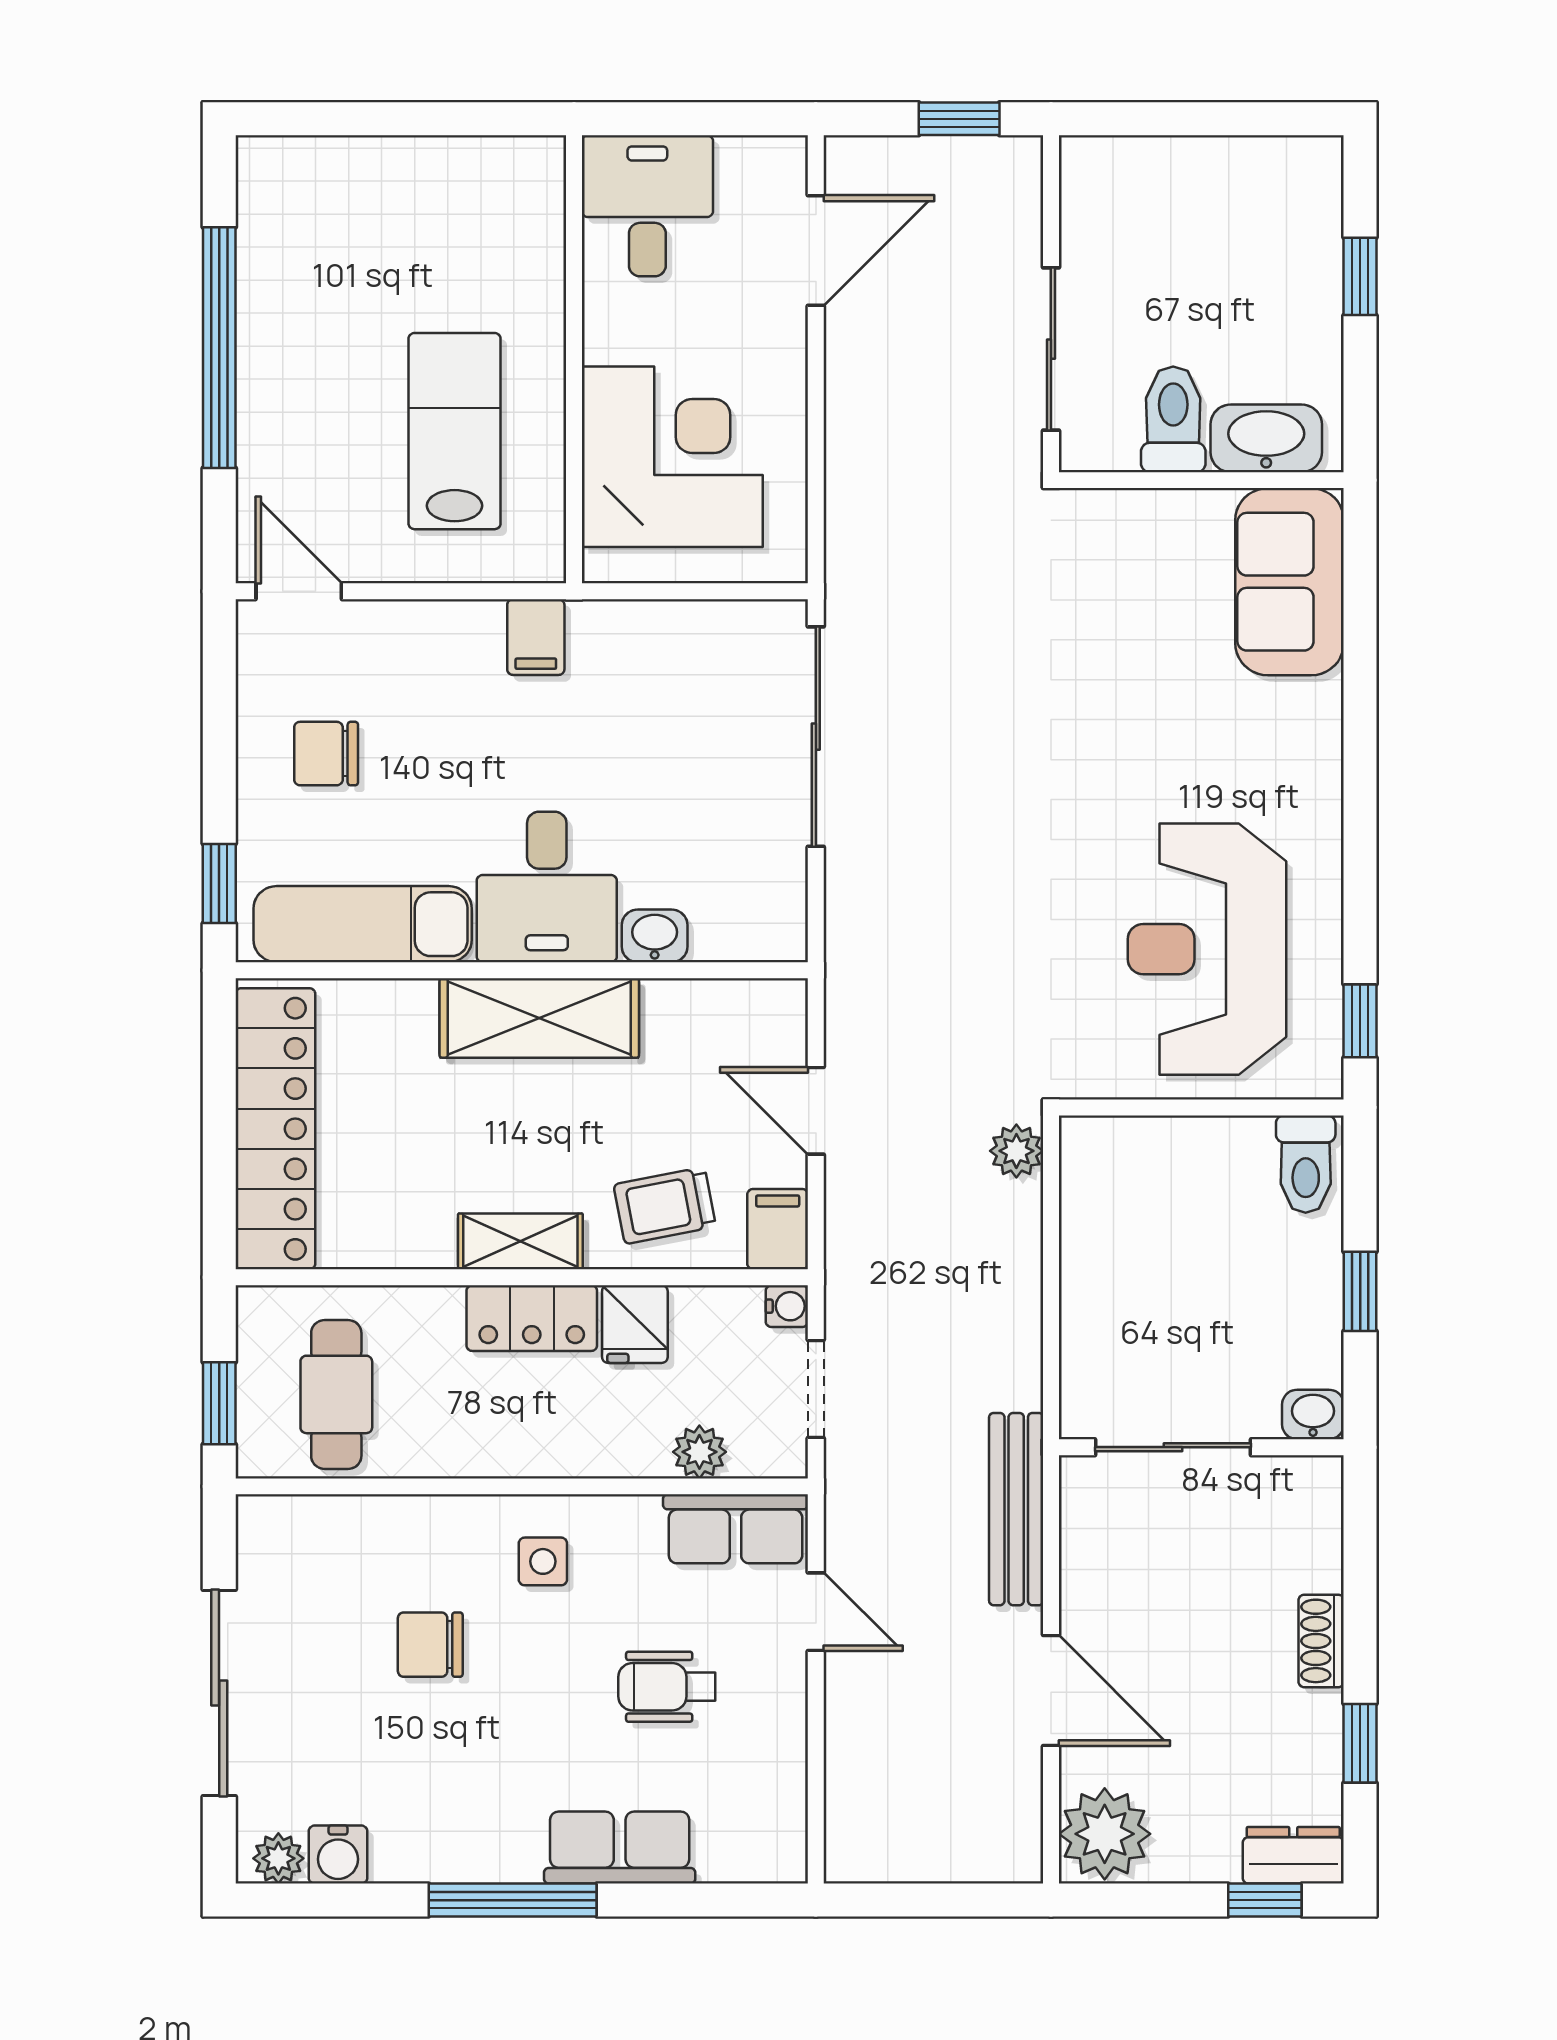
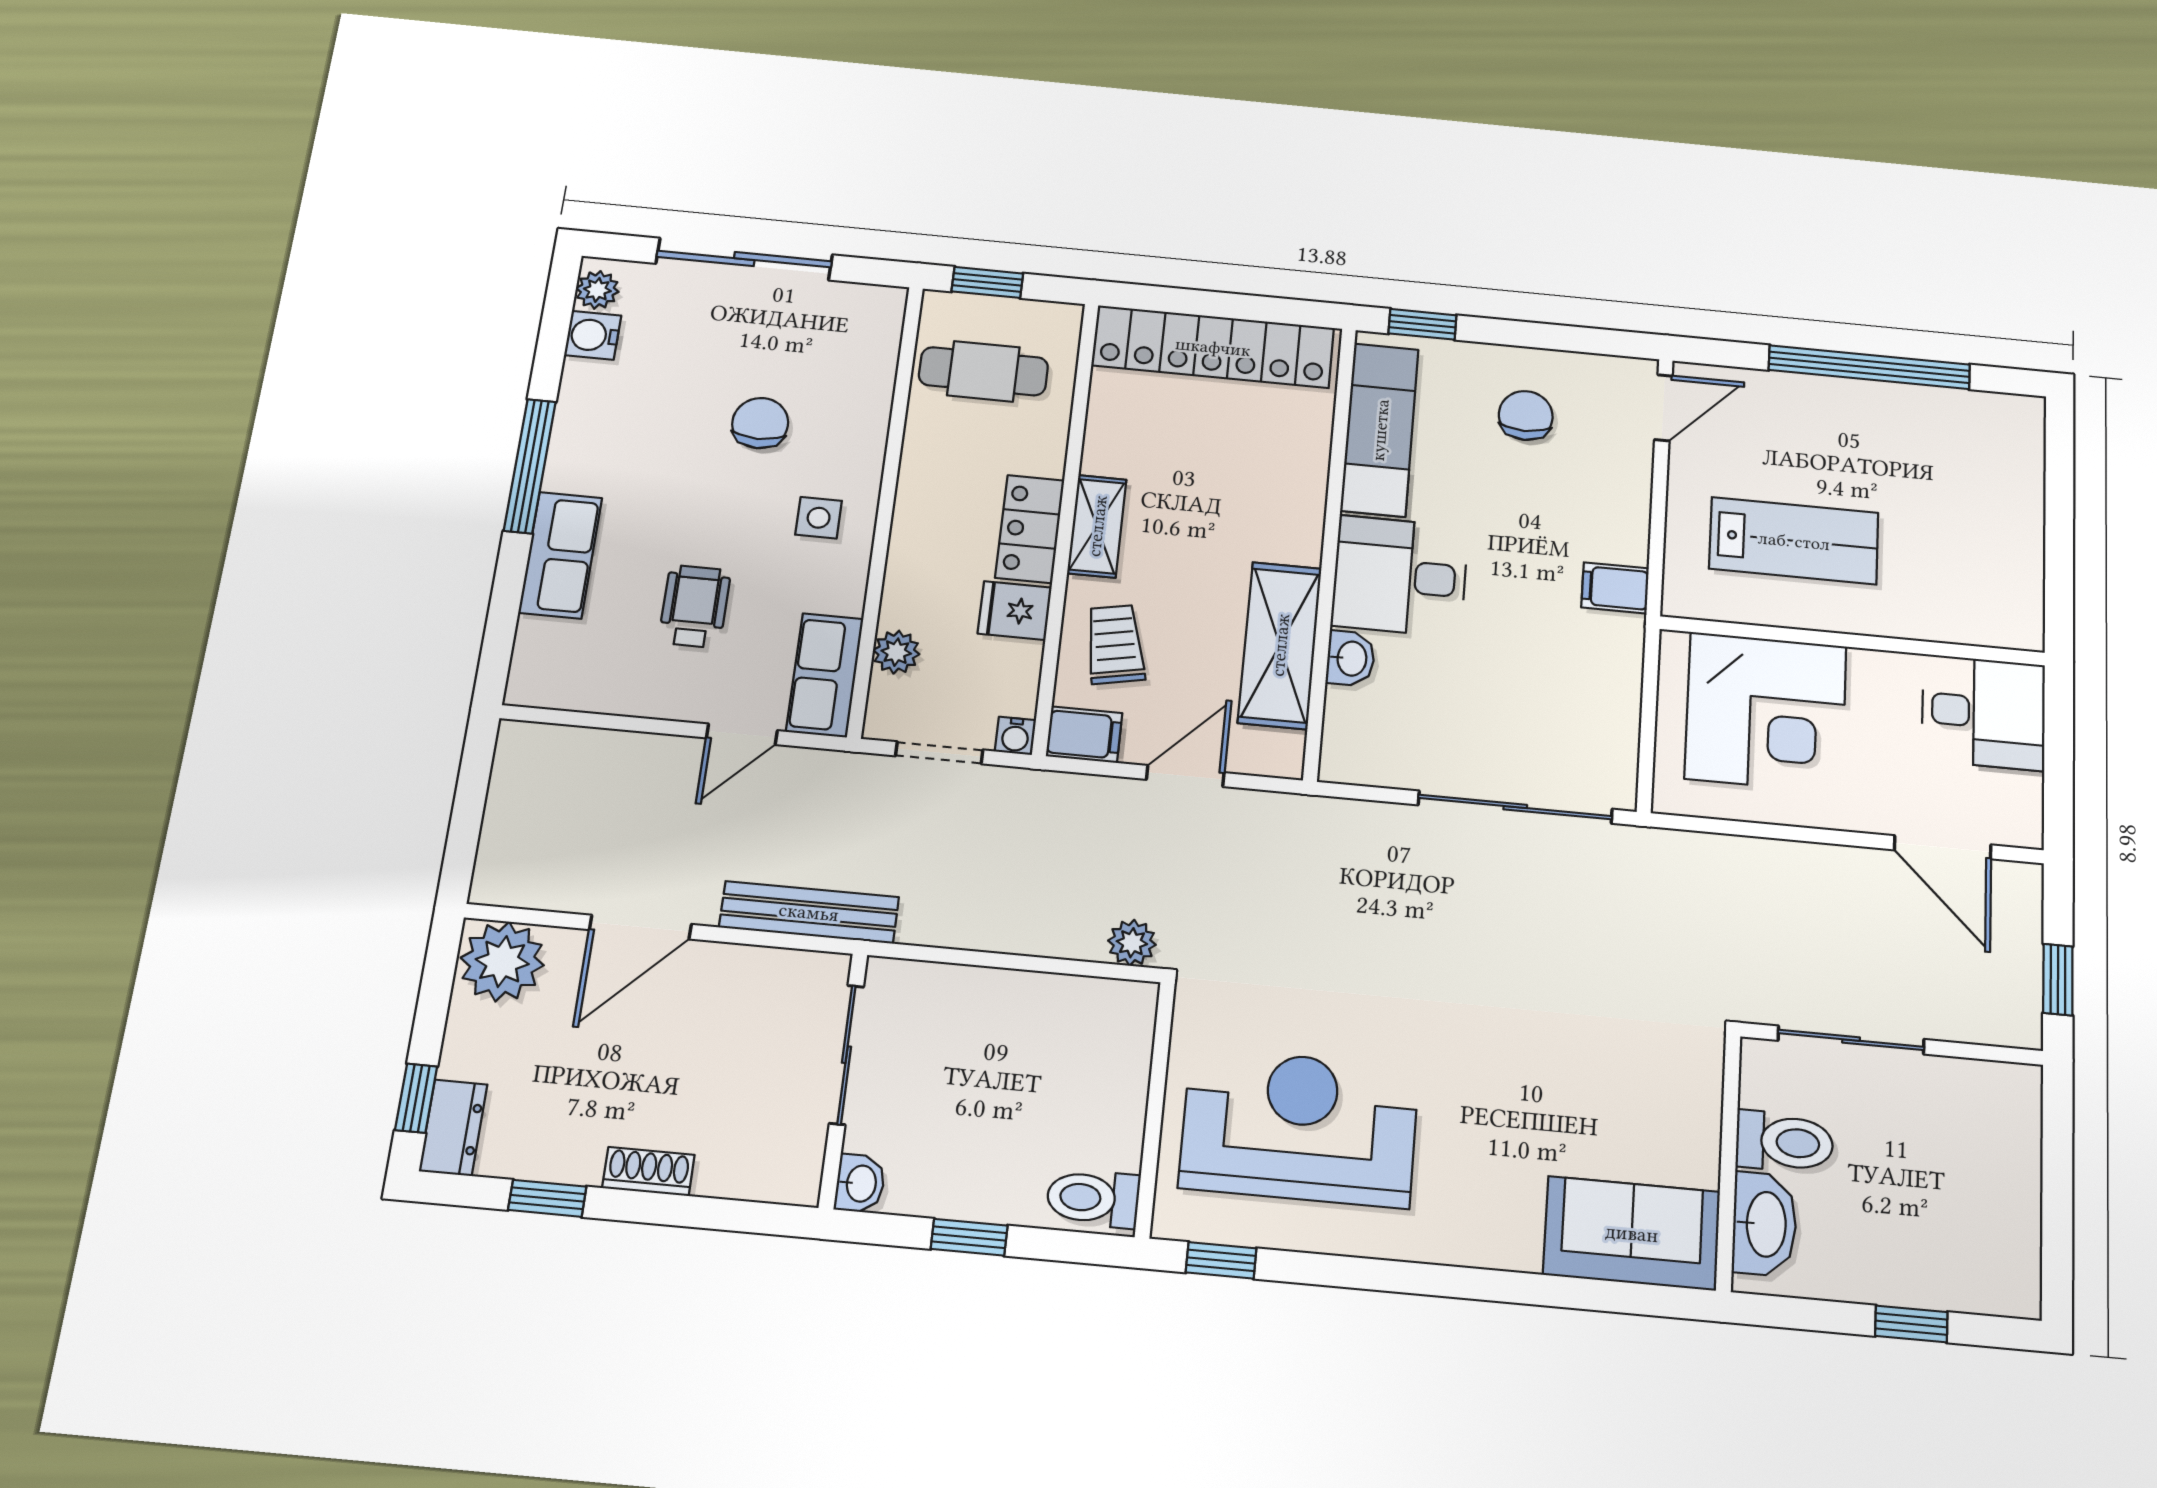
shelving: (539, 1018) -> (1280, 645), moved

